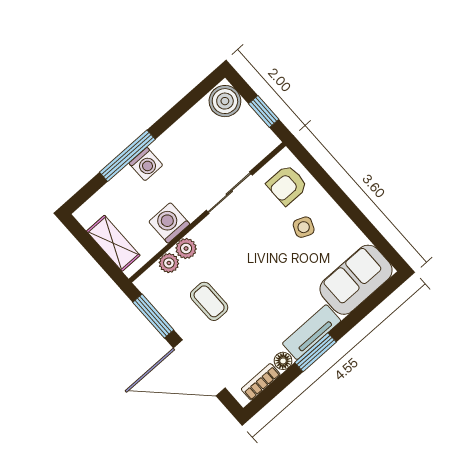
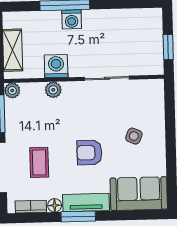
boiler: (225, 101) -> (150, 22), removed
armchair: (287, 185) -> (89, 153), moved
plant: (169, 263) -> (12, 90), moved
coffee table: (209, 301) -> (39, 162), moved

